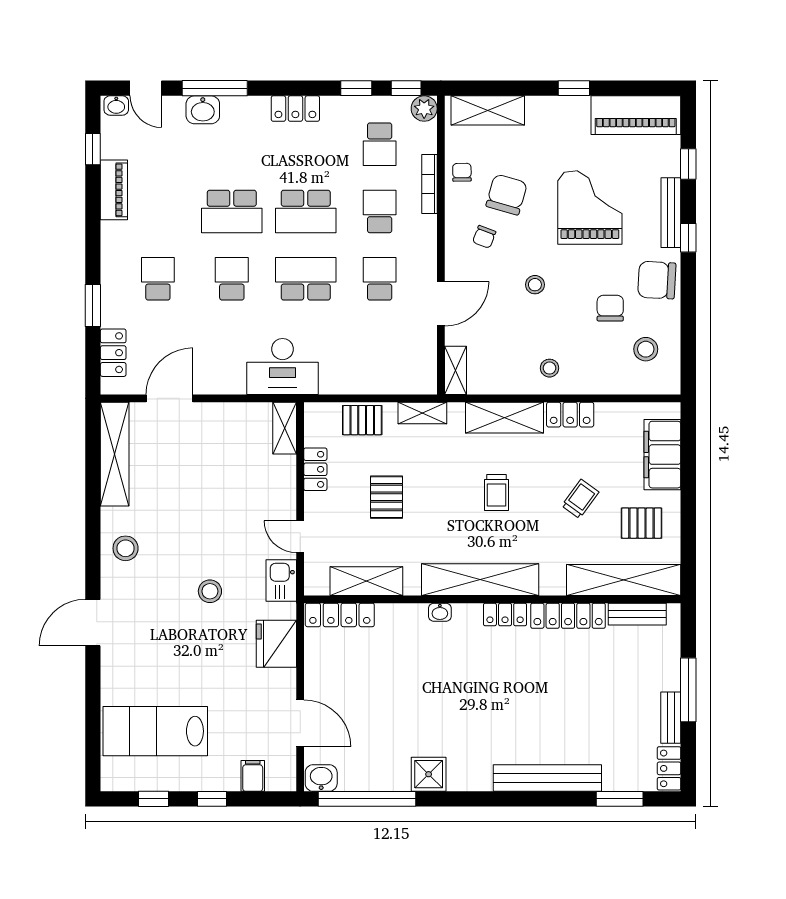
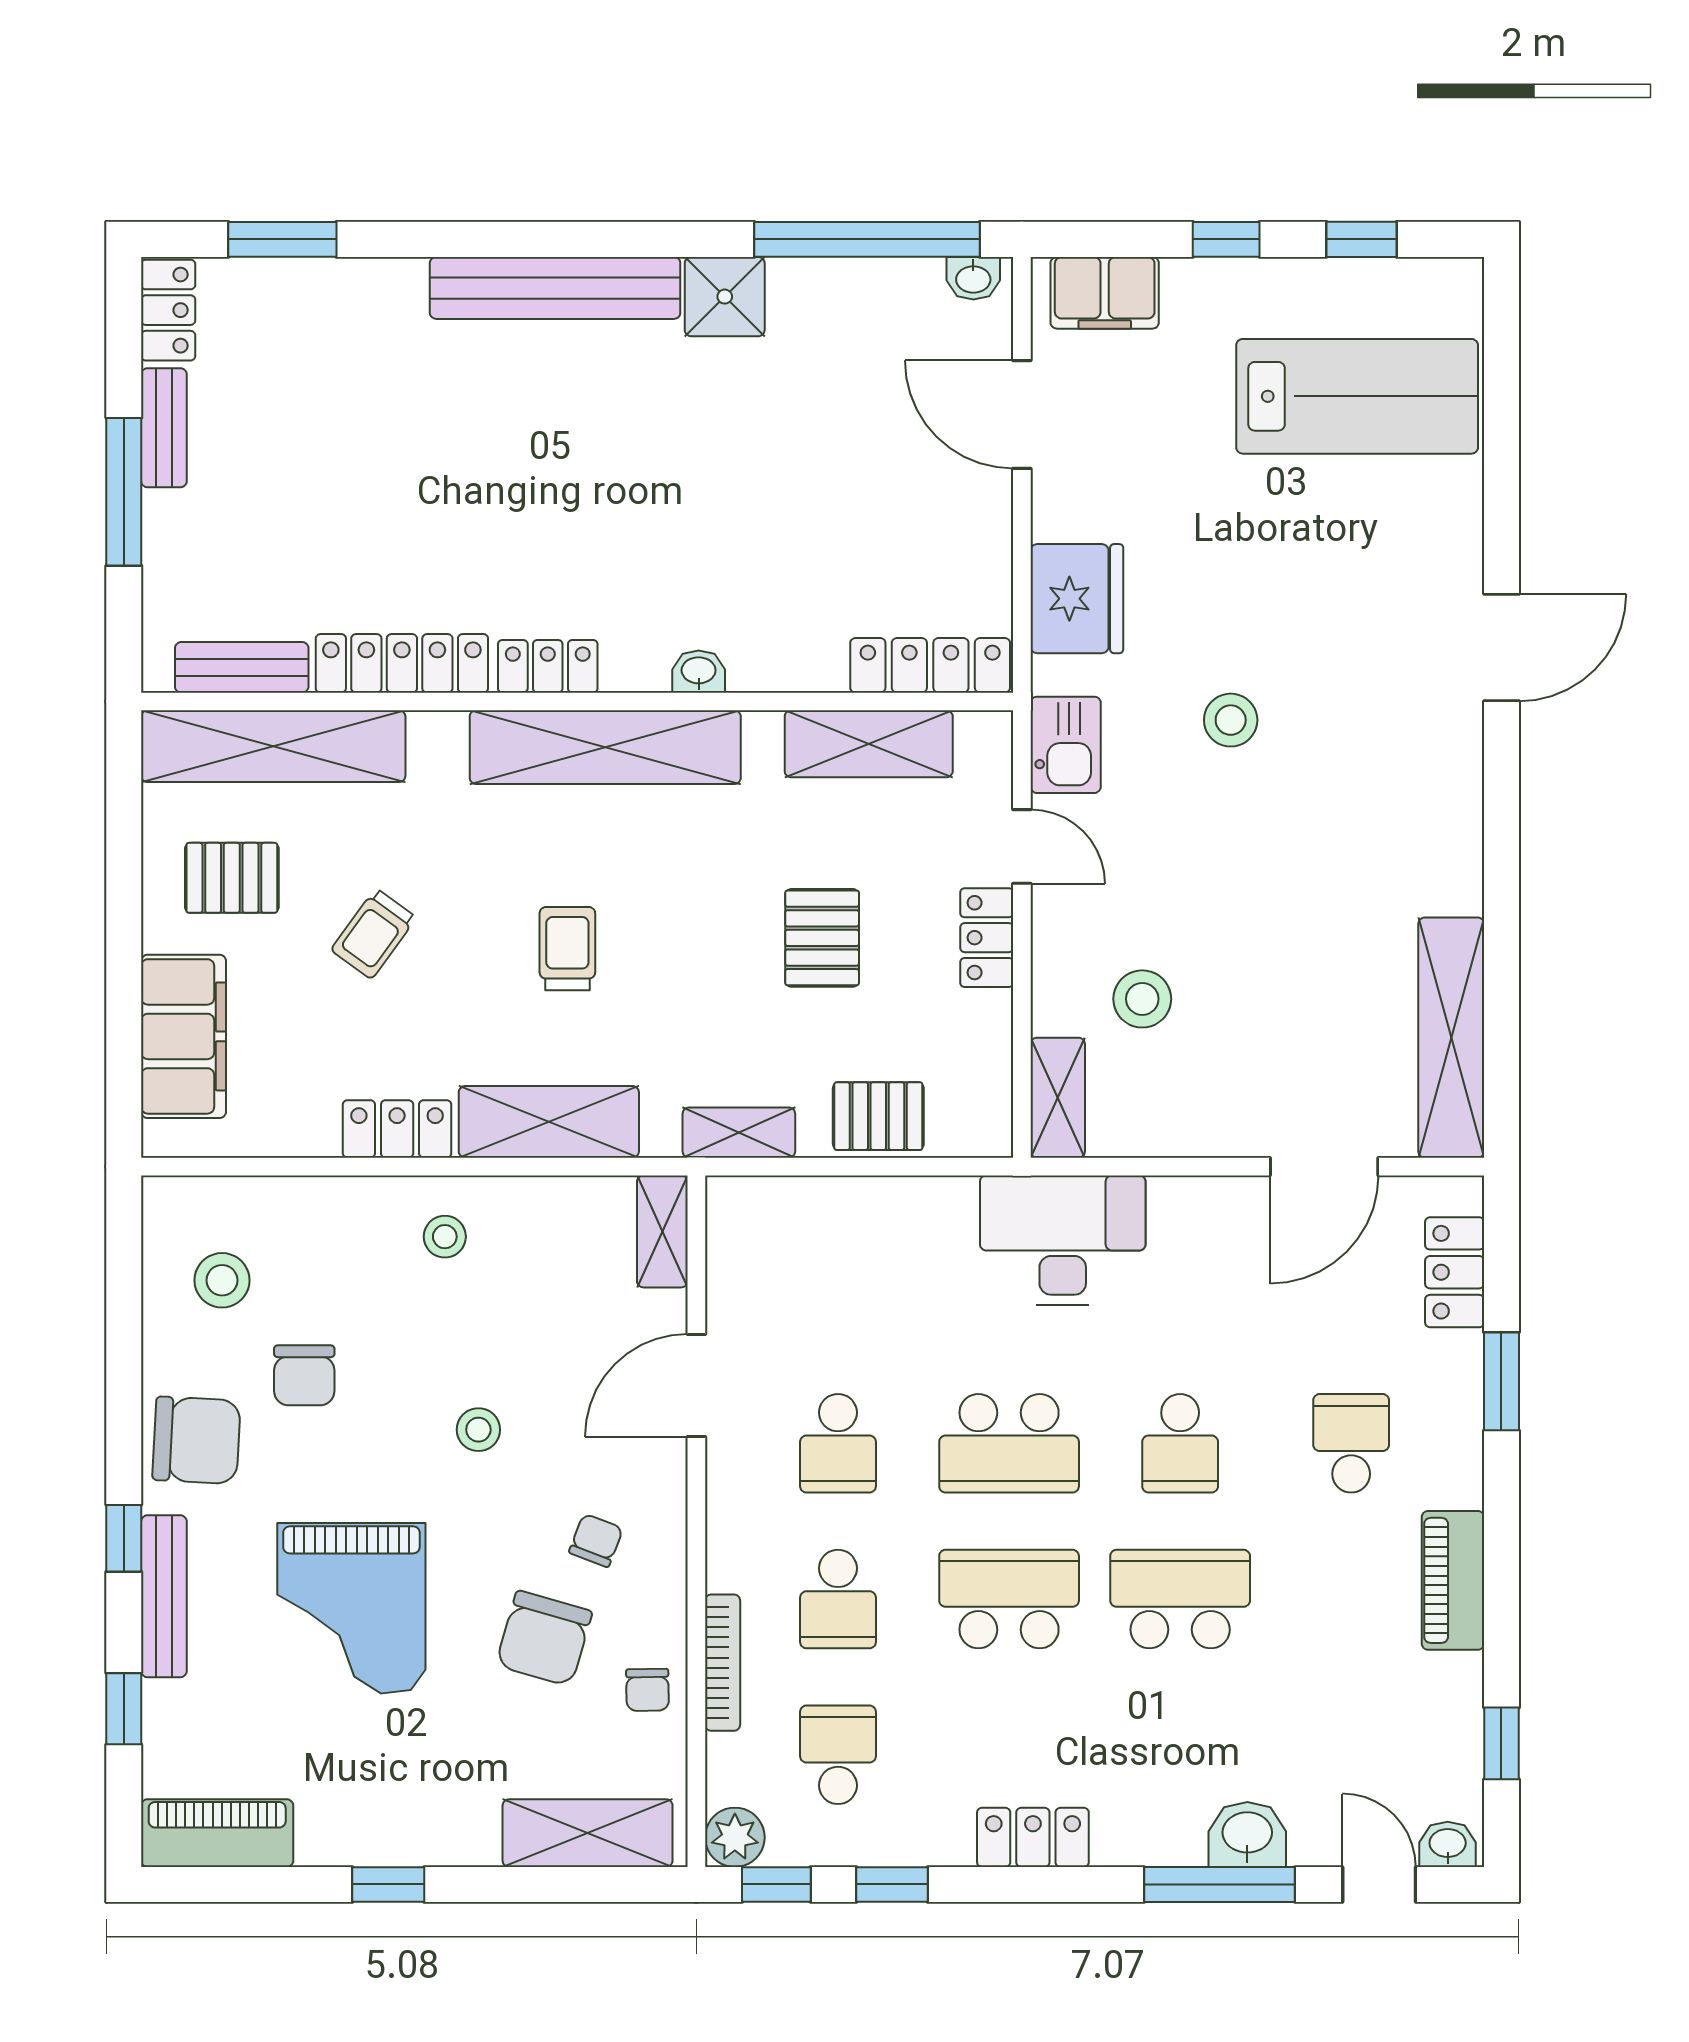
piano: (636, 115) -> (217, 1833), width x0.73, depth x0.75
piano: (114, 190) -> (1453, 1580), moved
school desk: (158, 279) -> (1351, 1443), turned 180
locker: (315, 469) -> (987, 938), moved
stool: (126, 548) -> (1142, 999), moved
filing cabinet: (253, 776) -> (1105, 293), width x2.00
washbasin: (321, 778) -> (973, 278), width x0.72, depth x0.69
bench: (547, 778) -> (555, 288), moved

